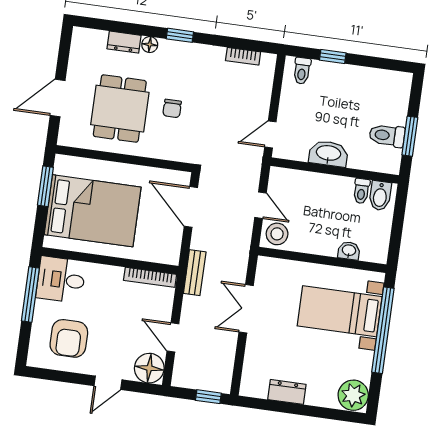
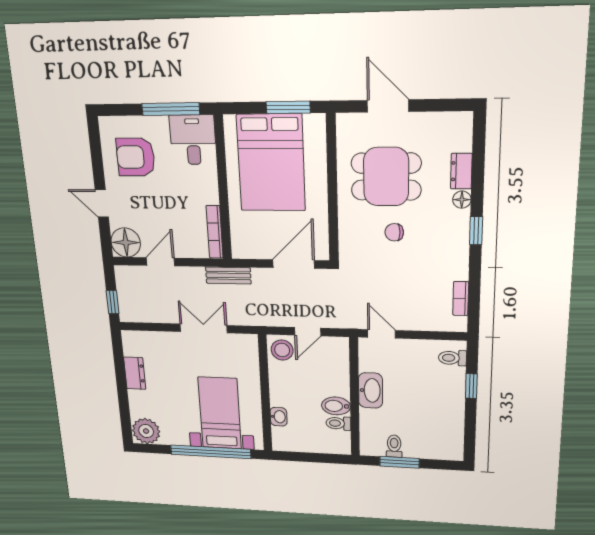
toilet: (387, 136) -> (394, 446), width x0.73, depth x0.72
bidet: (380, 196) -> (336, 406), moved

